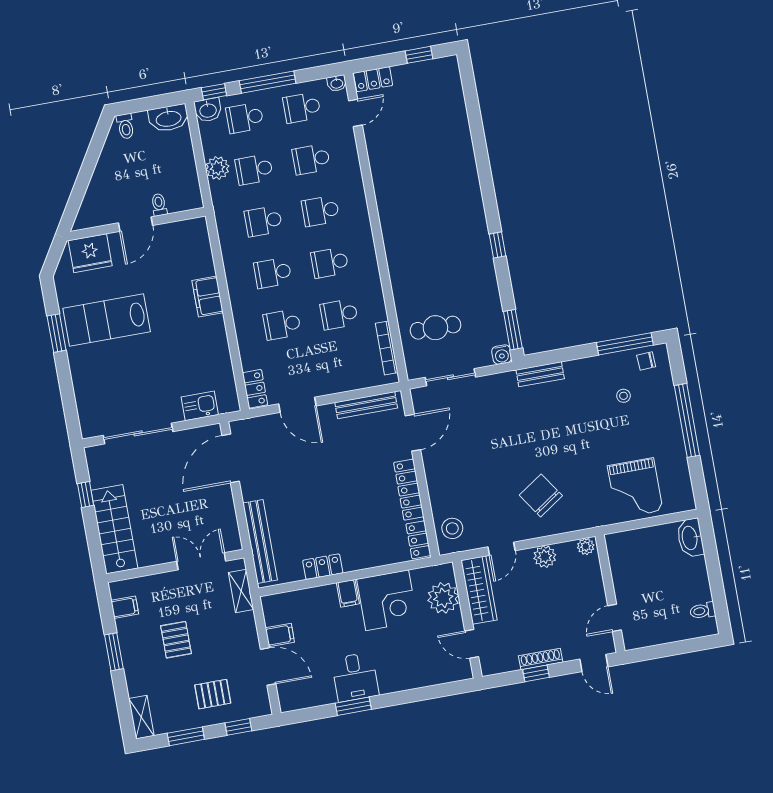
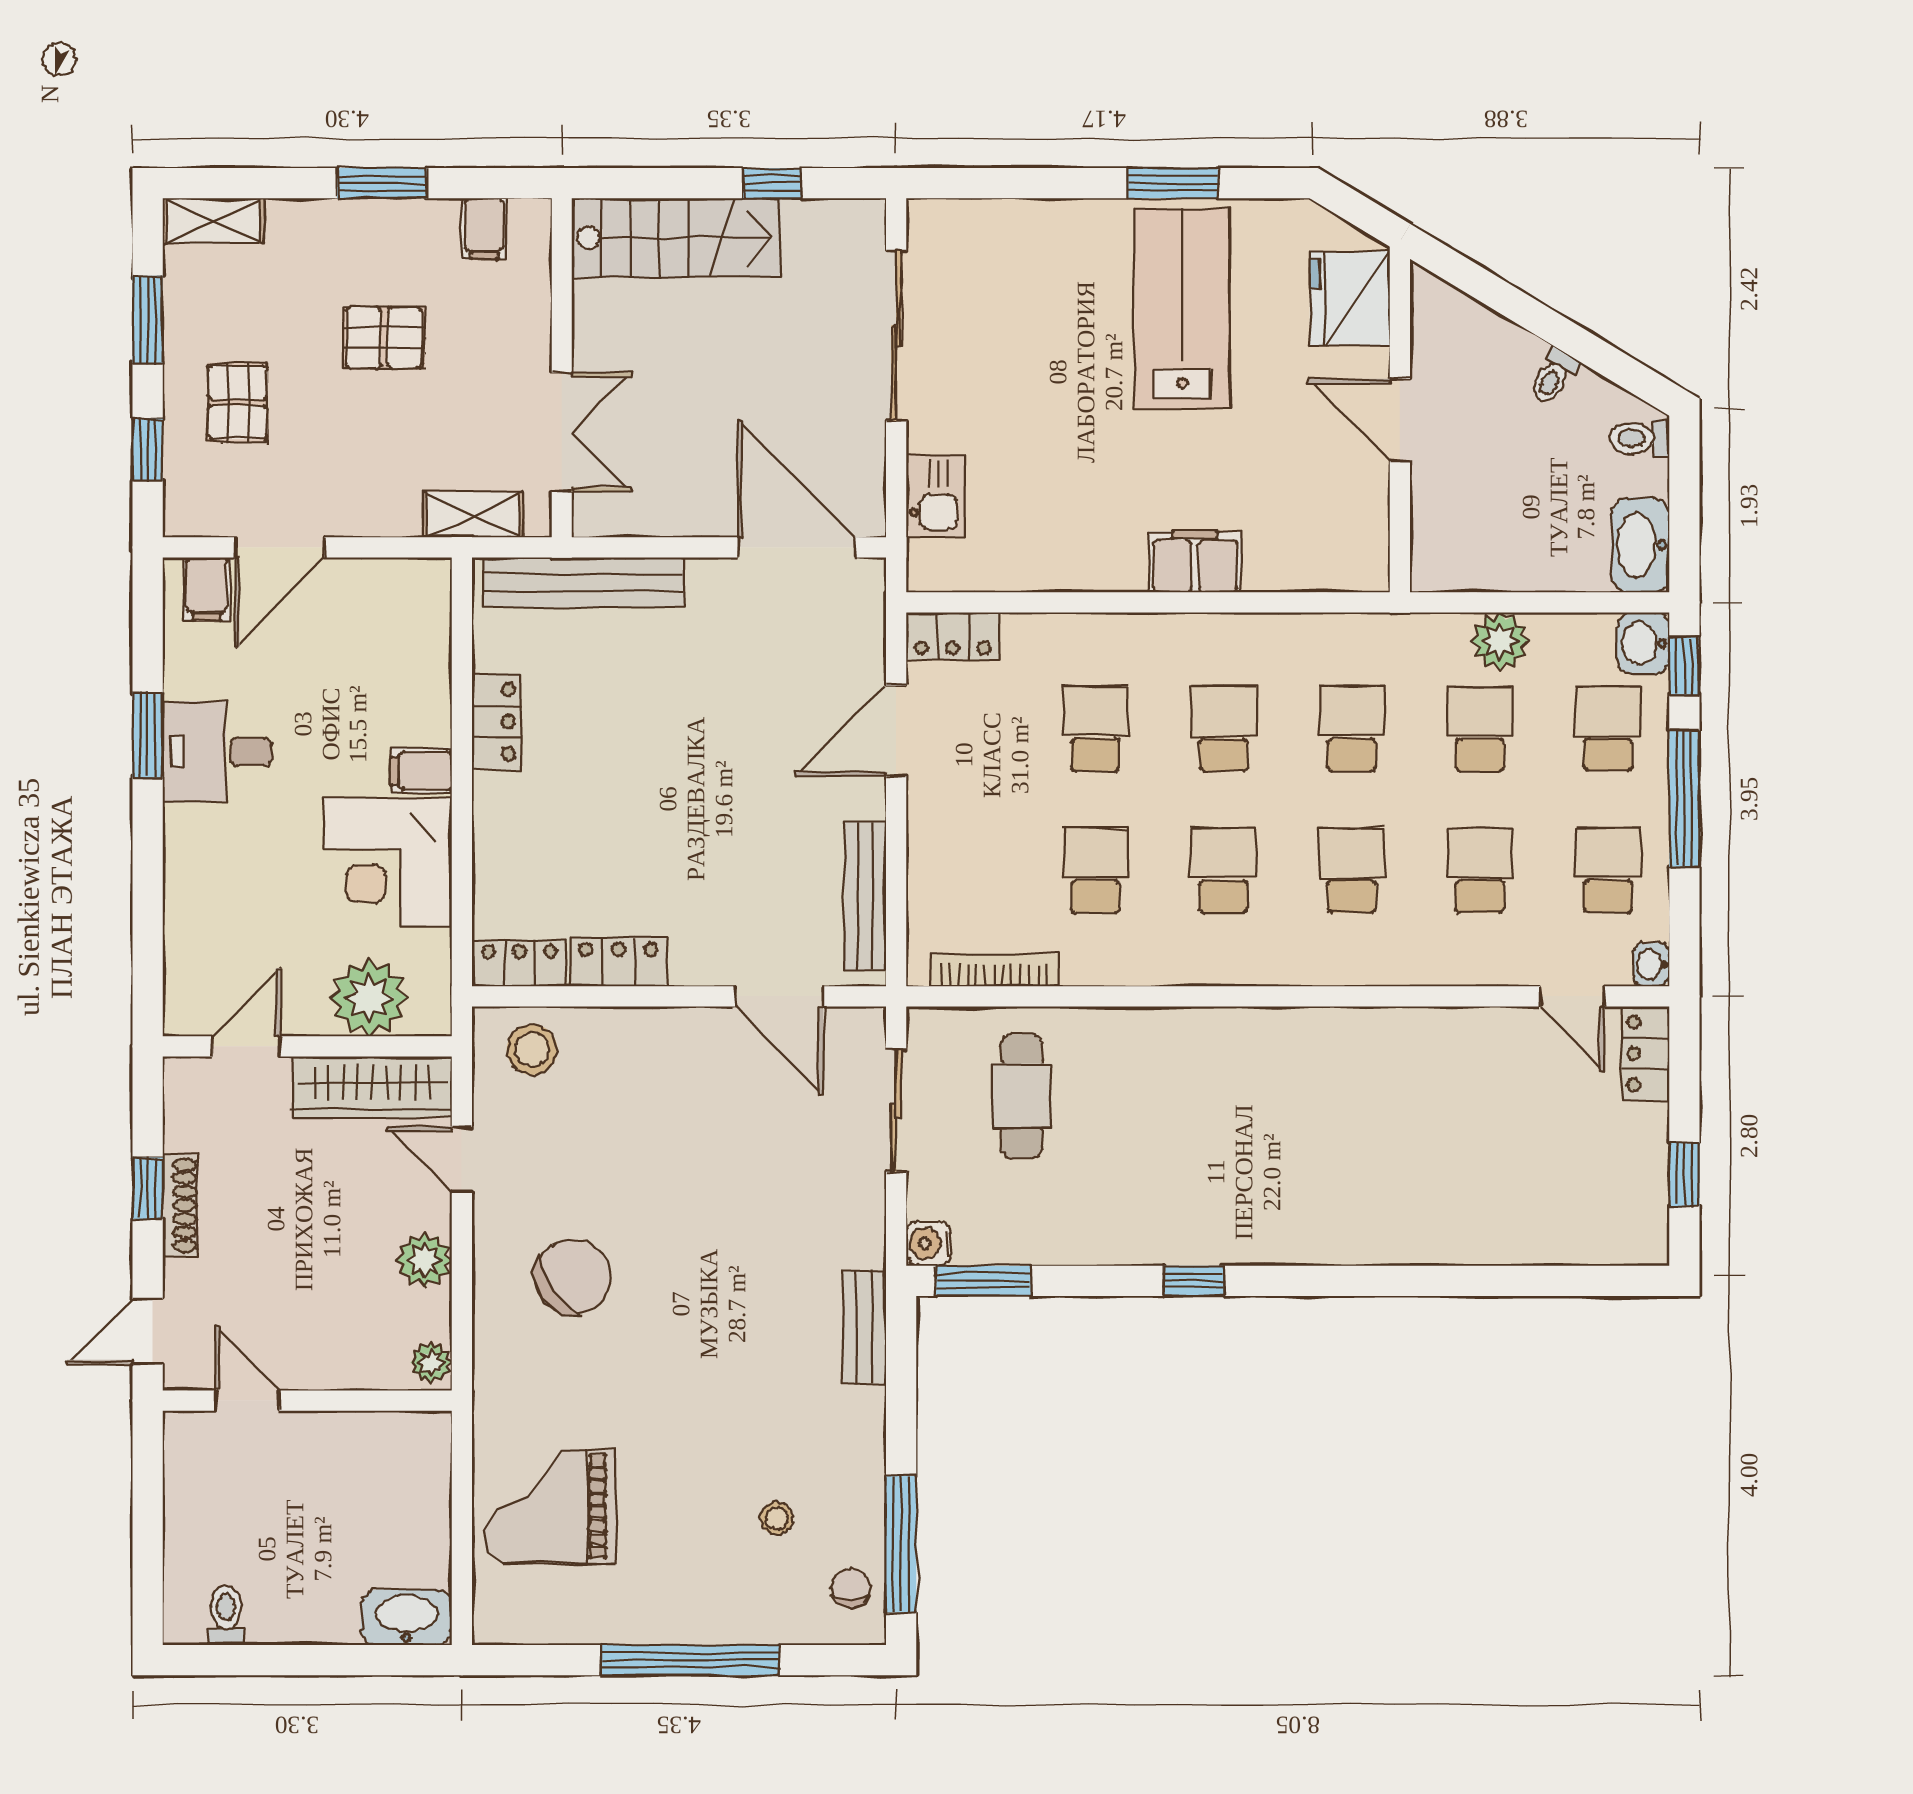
toilet: (159, 205) -> (1553, 377), moved, turned 121
locker: (409, 490) -> (618, 962), width x0.66
filing cabinet: (280, 635) -> (207, 589), moved

